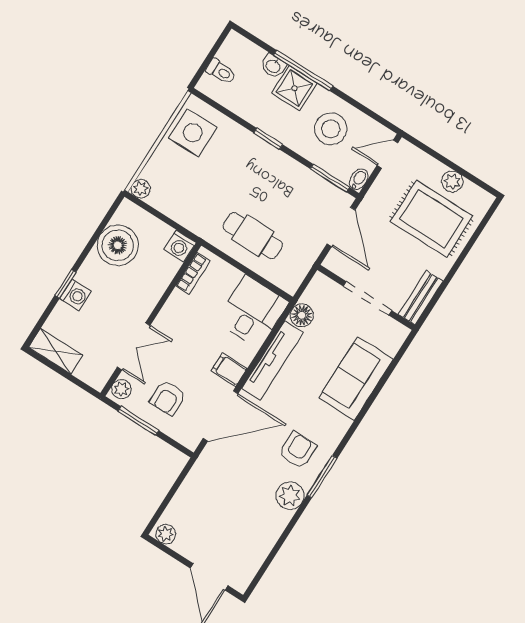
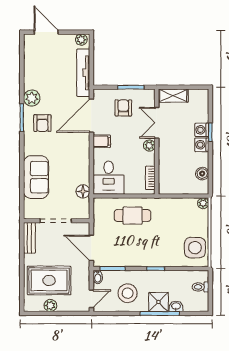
boiler: (118, 245) -> (202, 174), width x0.54, depth x0.54
washing machine: (180, 246) -> (202, 145), moved, turned -90
shelving: (56, 351) -> (173, 96), moved
tv unit: (272, 360) -> (83, 73), moved
plant: (121, 389) -> (149, 146), moved

